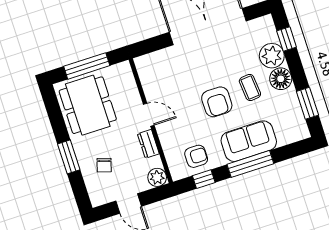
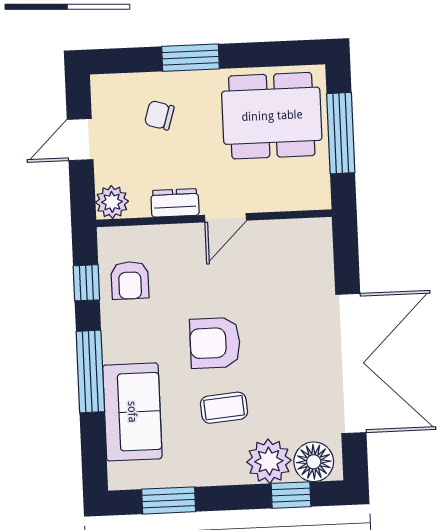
floor lamp: (281, 79) -> (314, 462), moved
sofa: (249, 141) -> (132, 412), moved

